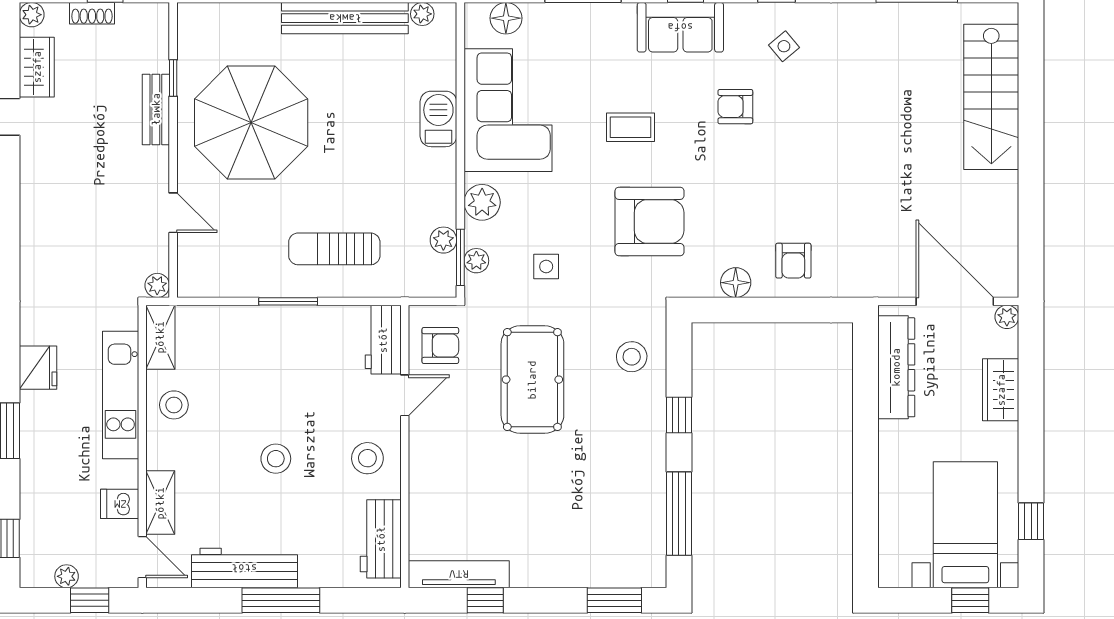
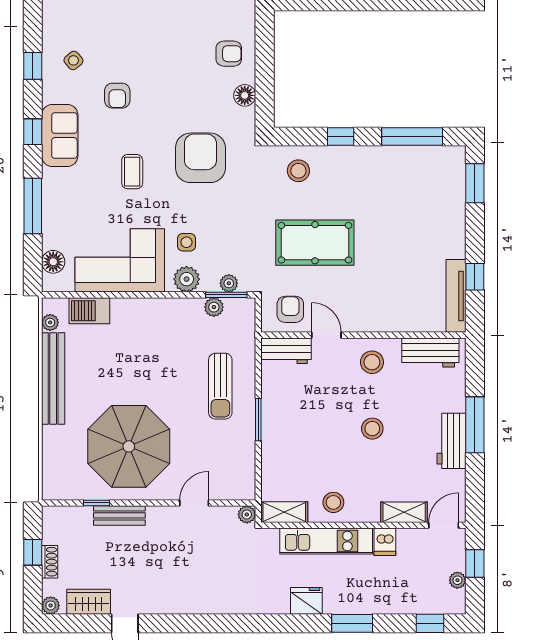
barbecue: (438, 119) -> (89, 311), moved
side table: (546, 267) -> (186, 242), moved
dishwasher: (120, 504) -> (385, 542), moved
workbench: (244, 568) -> (452, 441), width x0.73

